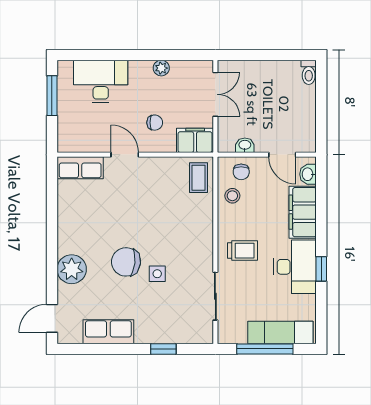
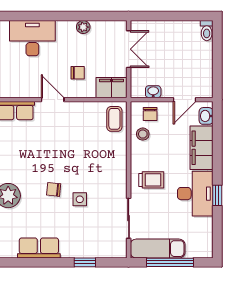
door: (282, 155) -> (184, 100), hinge flipped
chair: (126, 262) -> (54, 189), width x0.54, depth x0.54
exam couch: (280, 332) -> (158, 249), moved

